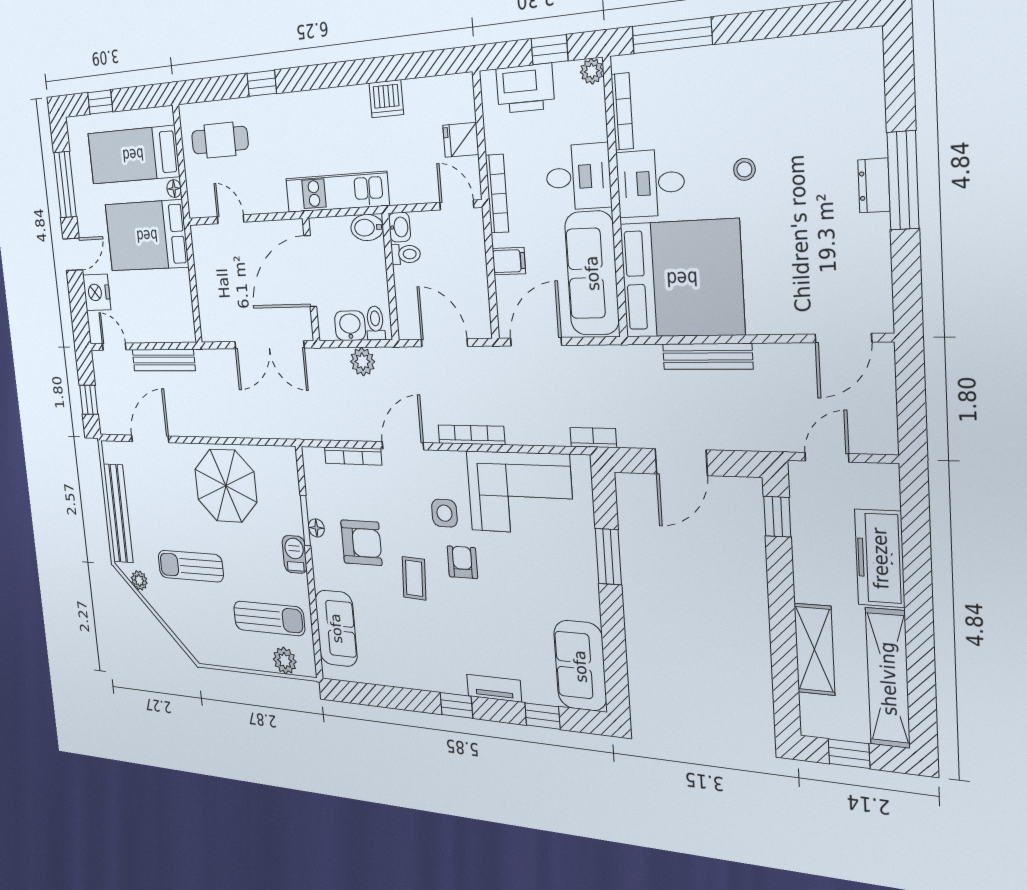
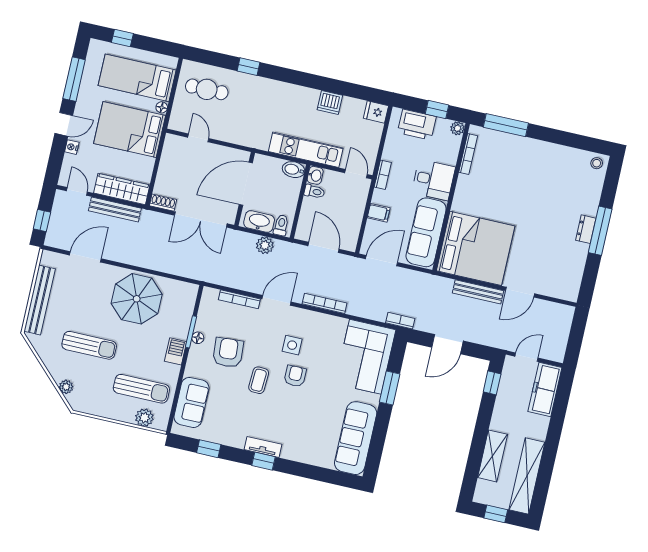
fridge: (461, 140) -> (376, 112), moved
stool: (744, 169) -> (597, 163), moved
desk: (651, 183) -> (473, 195), removed
kitchen unit: (337, 192) -> (306, 150), moved
bookcase: (497, 194) -> (383, 175), width x0.64
nightstand: (97, 292) -> (72, 147), width x0.53, depth x0.56
washbasin: (350, 326) -> (259, 221), width x1.38
wardrobe: (163, 327) -> (122, 189), added
shoe rack: (216, 333) -> (163, 203), added
door: (843, 338) -> (520, 292), moved
corner sofa: (520, 493) -> (365, 357), moved, turned 90
armchair: (361, 543) -> (228, 353), turned -94
freezer: (880, 558) -> (545, 389), moved
sun lounger: (191, 566) -> (89, 345), turned 180
plant: (139, 580) -> (66, 387), moved
sofa: (580, 666) -> (356, 438), width x1.36
tv unit: (494, 688) -> (263, 447), moved
window: (543, 716) -> (209, 449), moved

